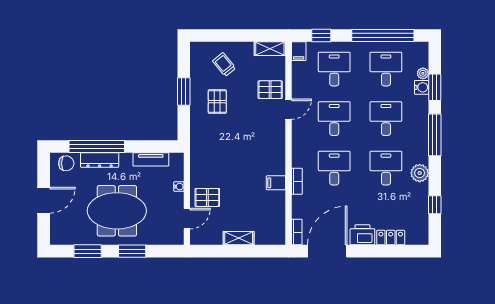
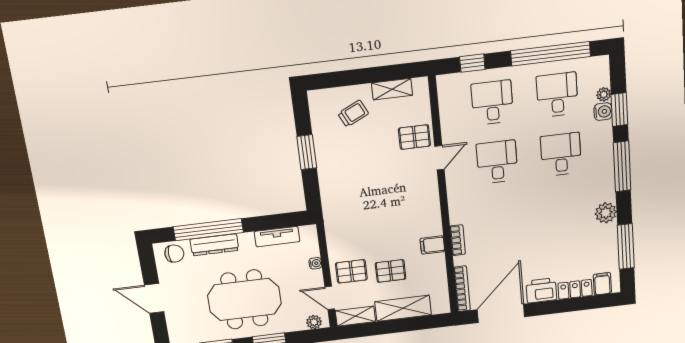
shelving: (270, 49) -> (392, 89), moved
filing cabinet: (299, 51) -> (602, 284), moved, turned 180
trolley: (224, 65) -> (353, 114), turned 103
pallet: (217, 102) -> (391, 271), moved, turned 90
desk: (334, 168) -> (502, 220), removed
desk: (386, 168) -> (565, 212), removed
door: (44, 200) -> (154, 298), swing flipped
window: (435, 205) -> (626, 246), width x2.17
door: (187, 219) -> (330, 298), swing flipped
bookcase: (297, 232) -> (462, 289), width x1.56
shelving: (206, 238) -> (355, 316), added
shelving: (239, 238) -> (403, 308), width x1.50, depth x1.33
plant: (171, 239) -> (314, 322), added

